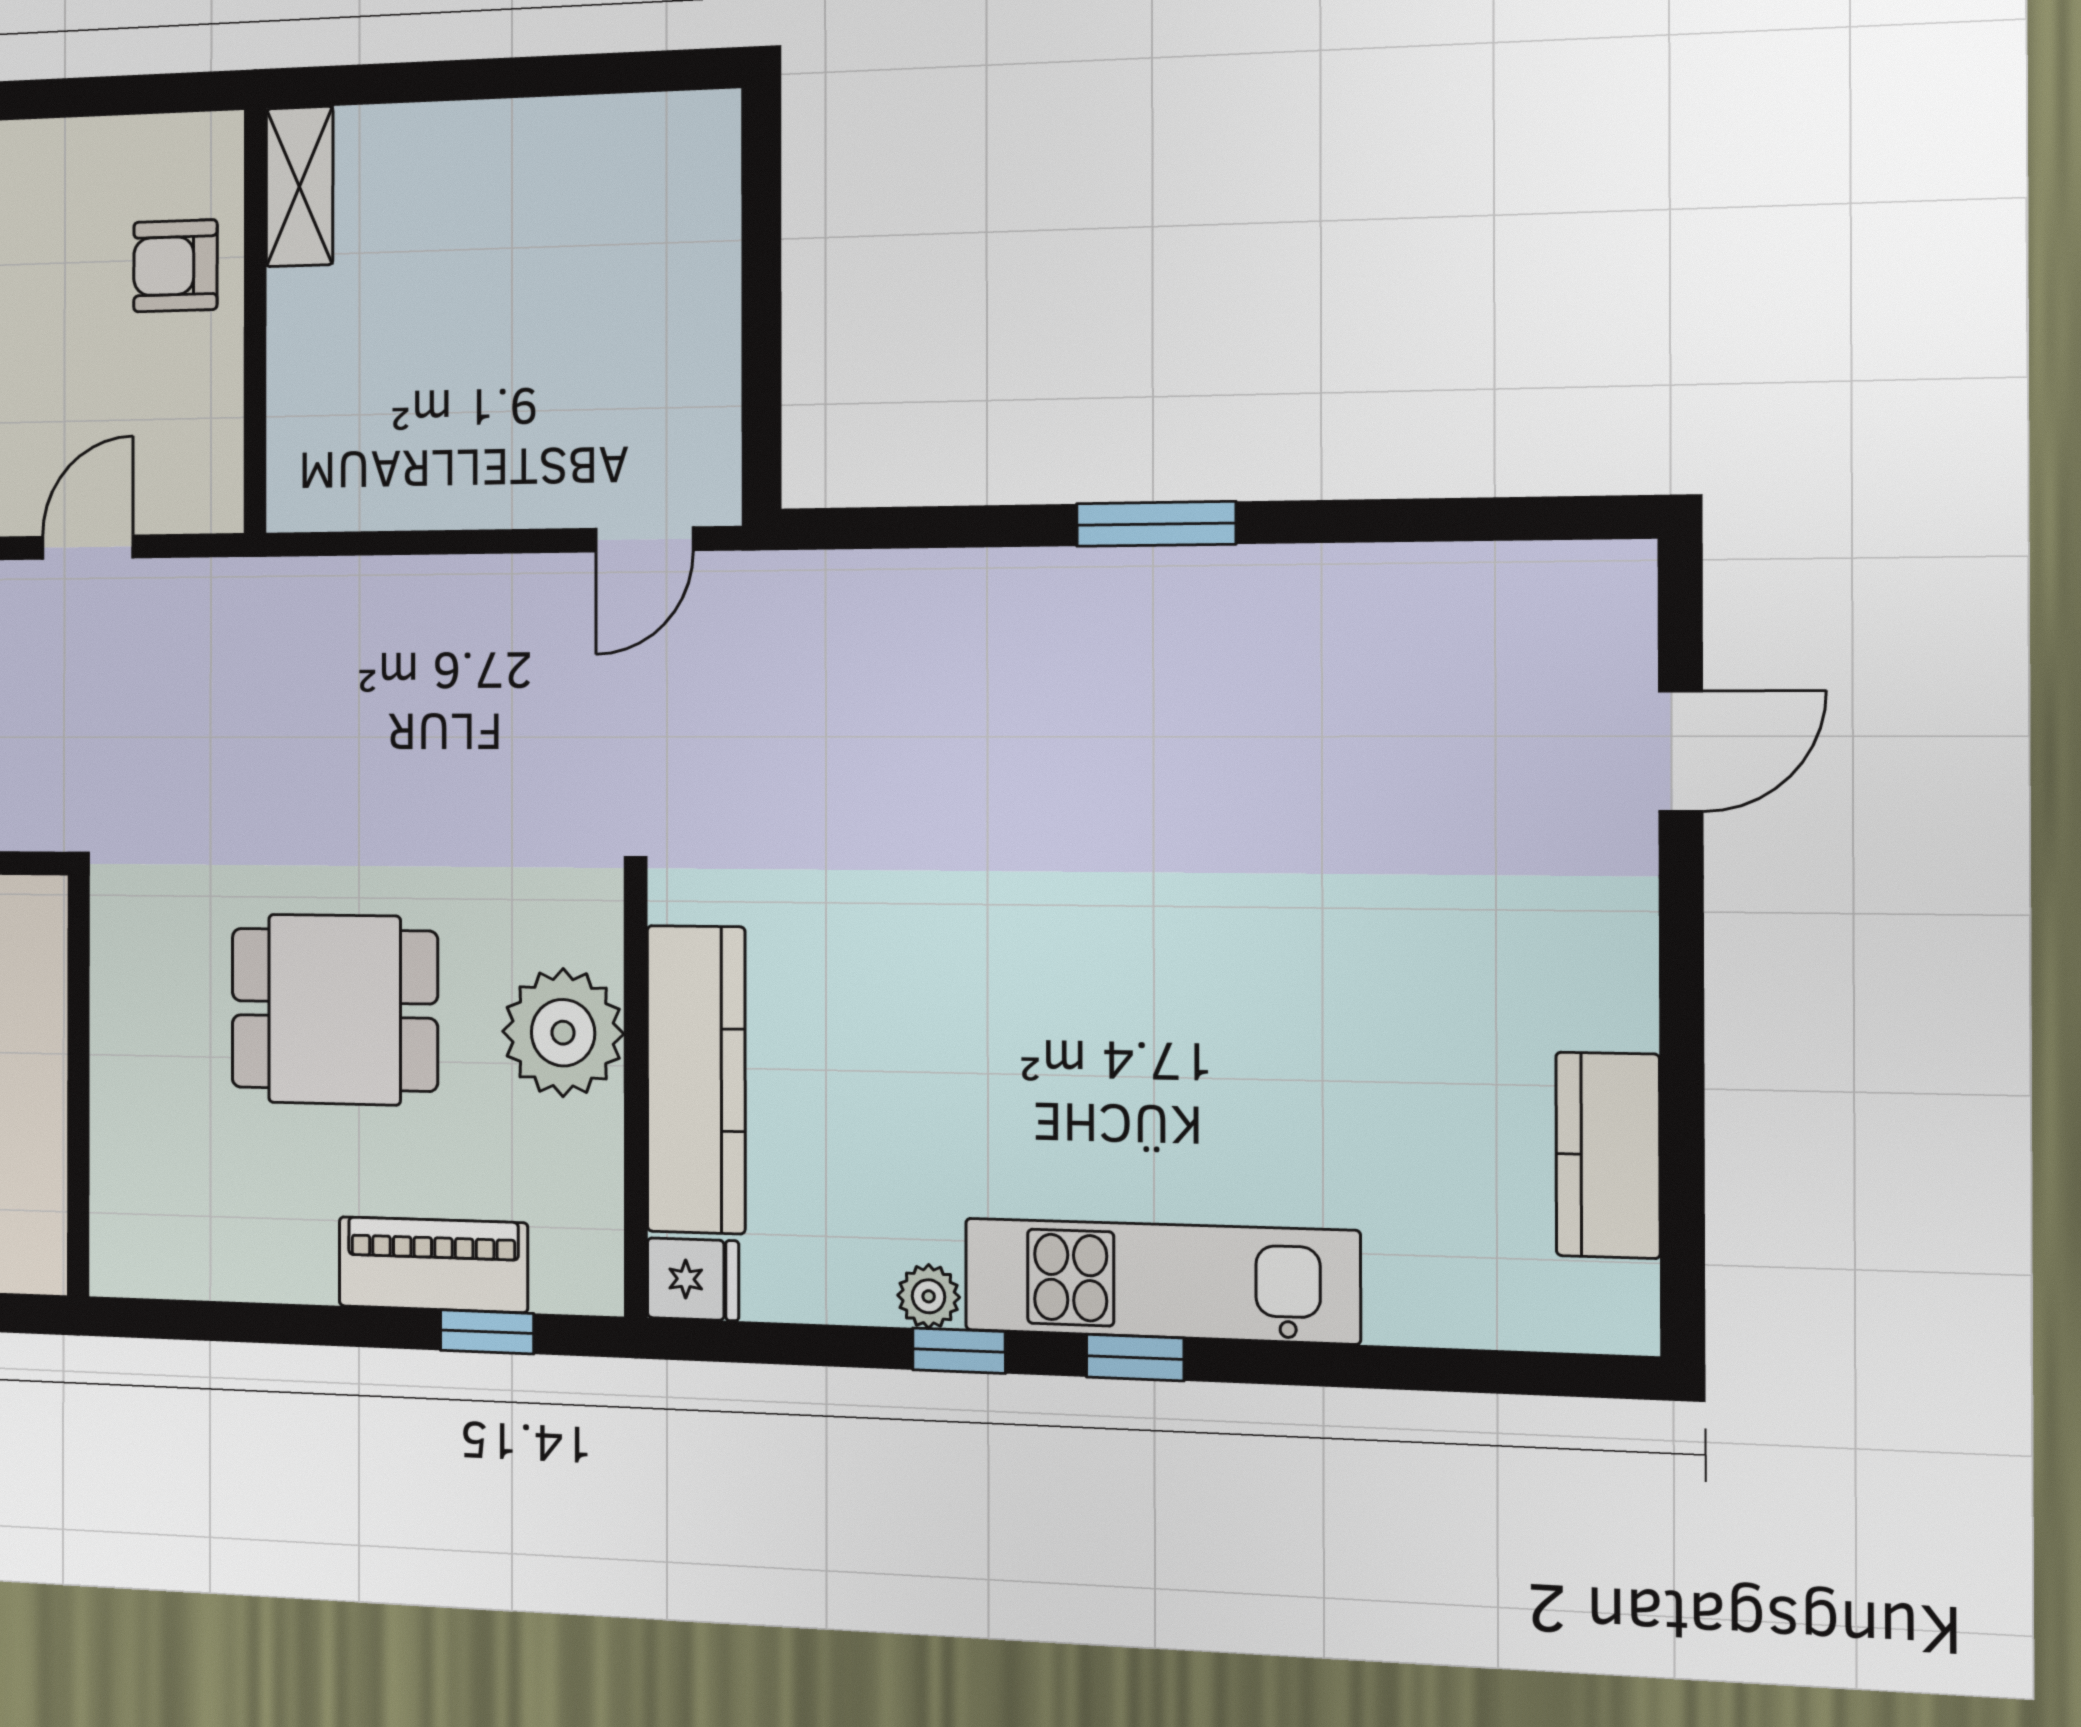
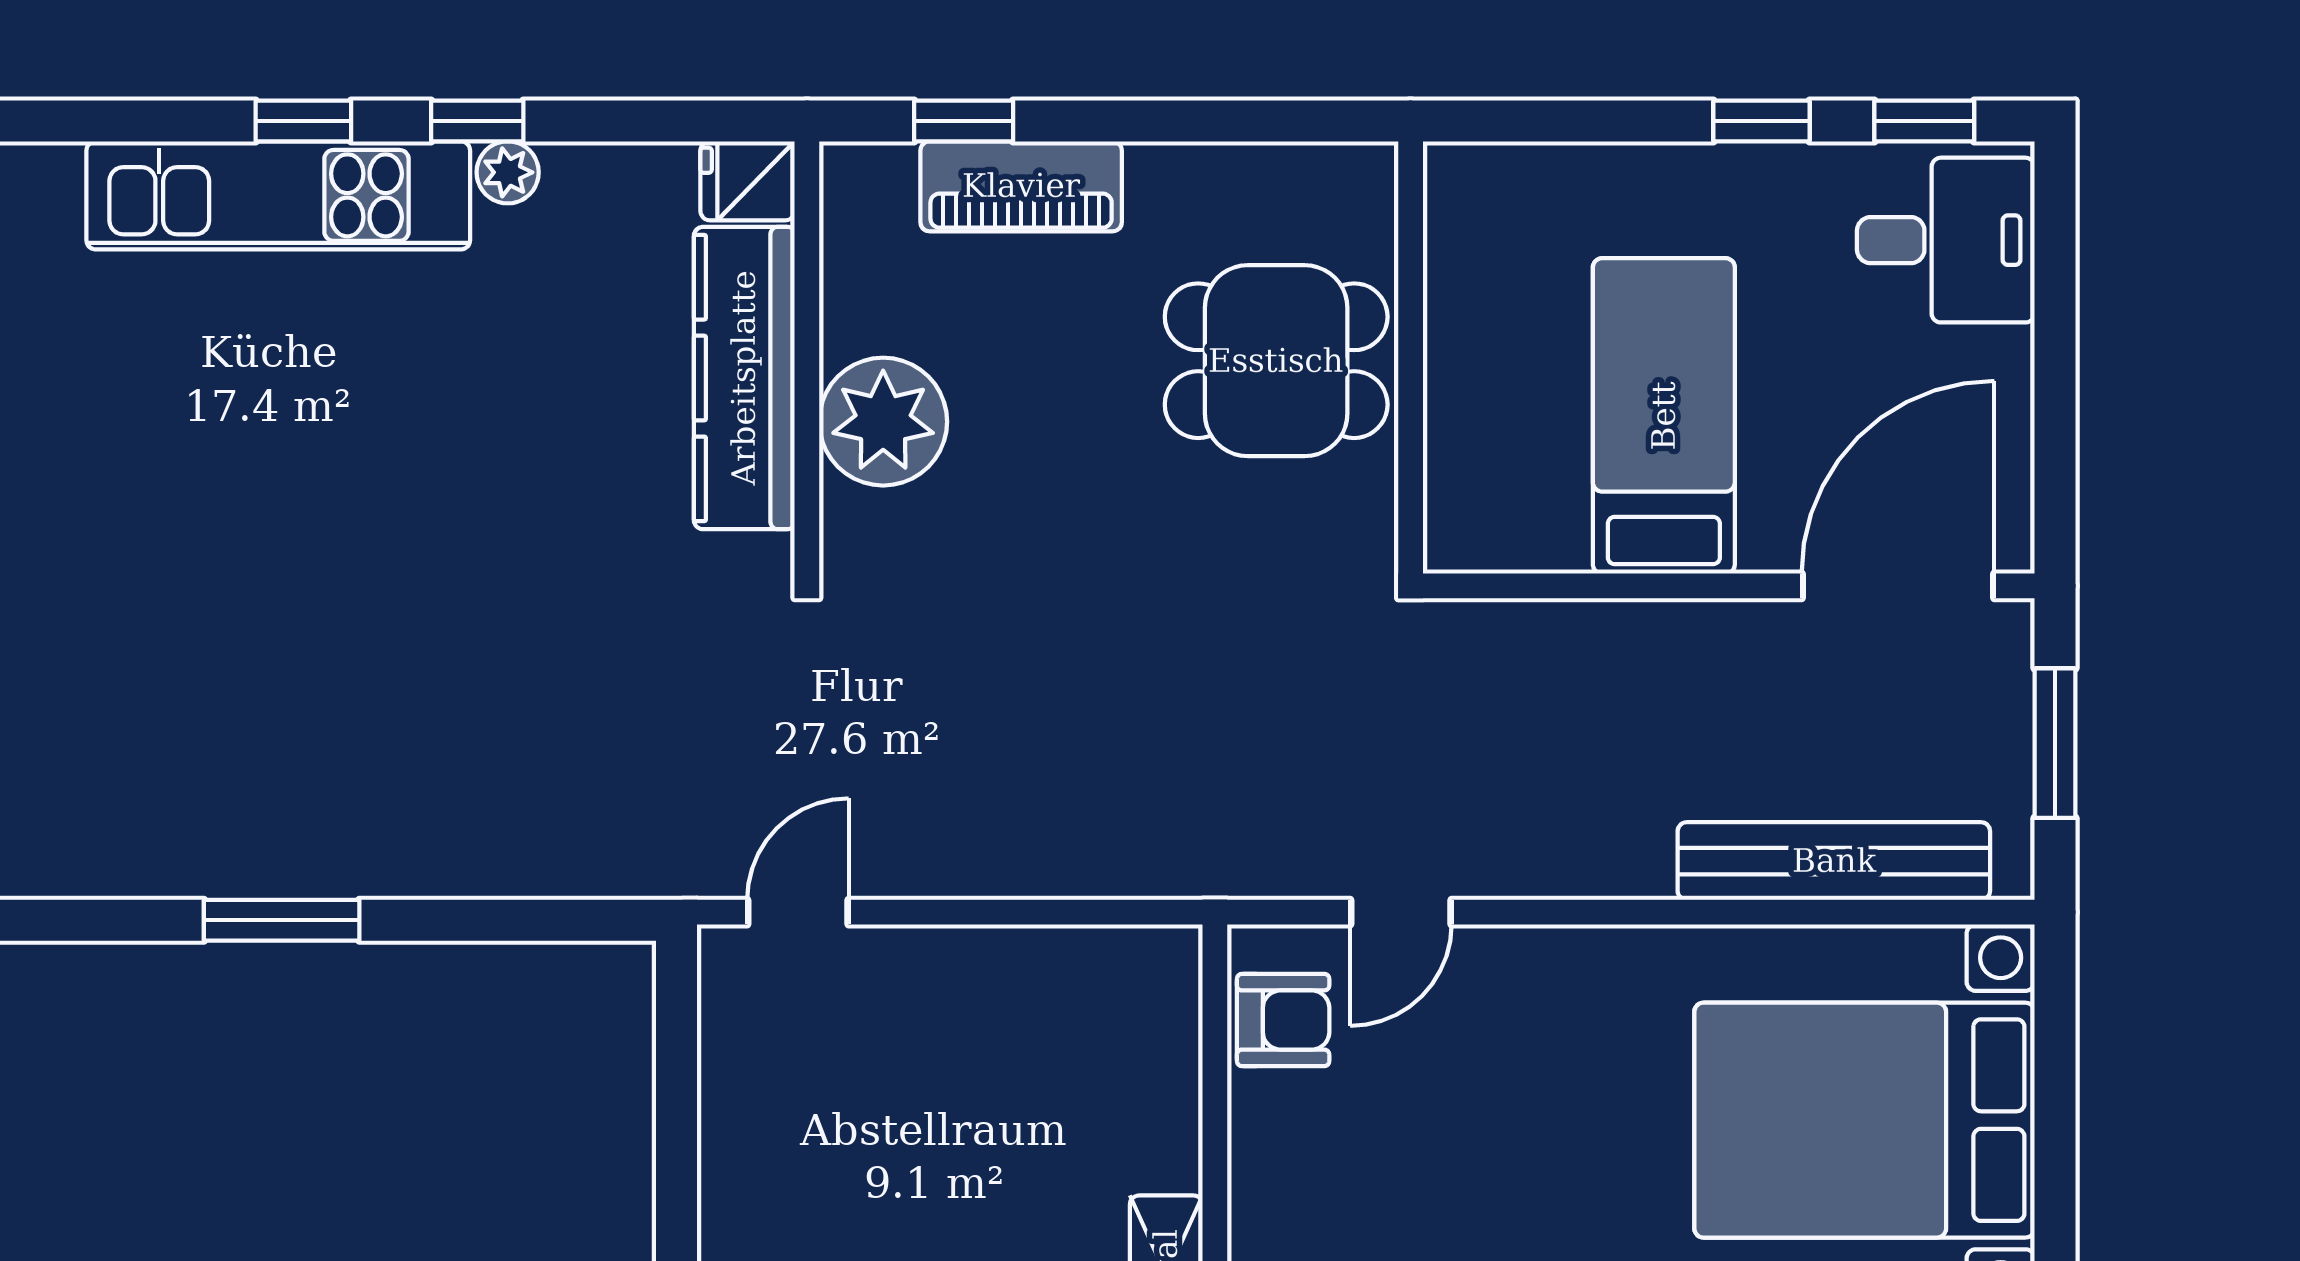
armchair: (175, 266) -> (1283, 1020), moved
dining table: (334, 1010) -> (1276, 361), moved

